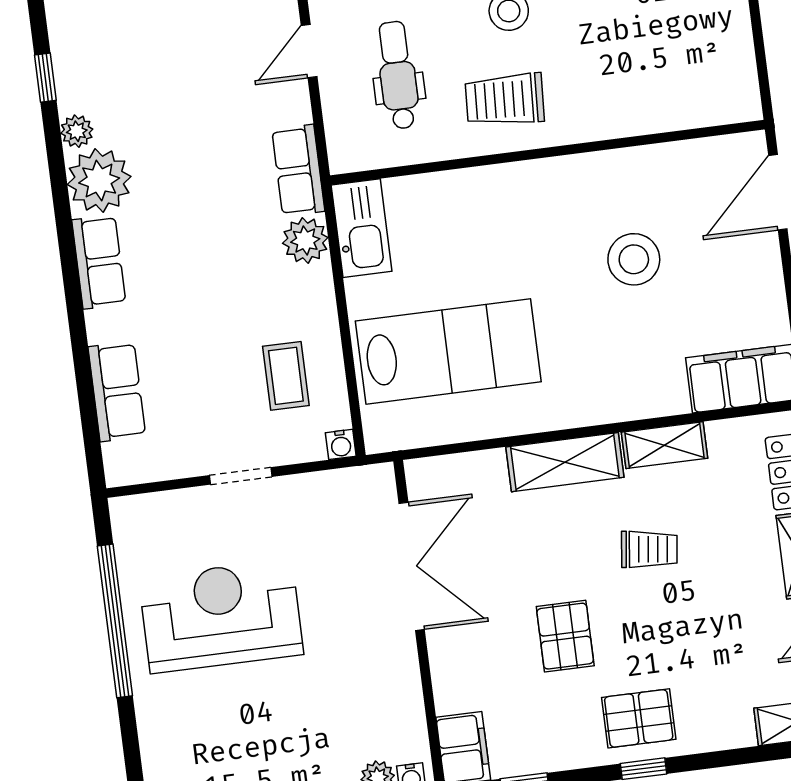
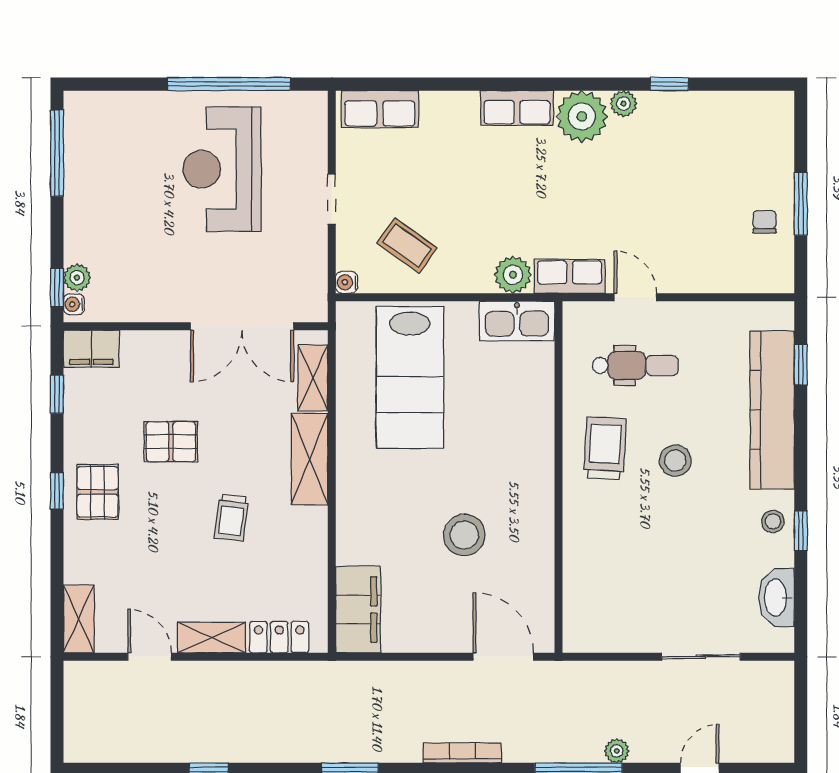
door: (309, 51) -> (635, 297), moved
coffee table: (286, 376) -> (407, 245), turned 35
row of seats: (117, 391) -> (380, 109), moved
shelving: (665, 445) -> (313, 378), moved
reception desk: (221, 616) -> (222, 169), turned 180

